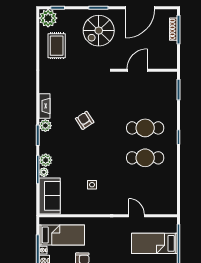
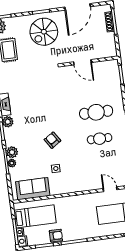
door: (137, 70) -> (82, 62), swing flipped
armchair: (85, 120) -> (52, 140), moved
cafe table: (145, 158) -> (100, 139), width x0.73, depth x0.74
sofa: (50, 196) -> (33, 189), moved, turned -90
door: (136, 216) -> (110, 189), moved

